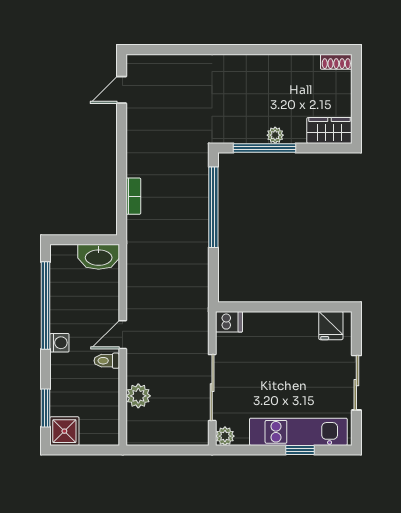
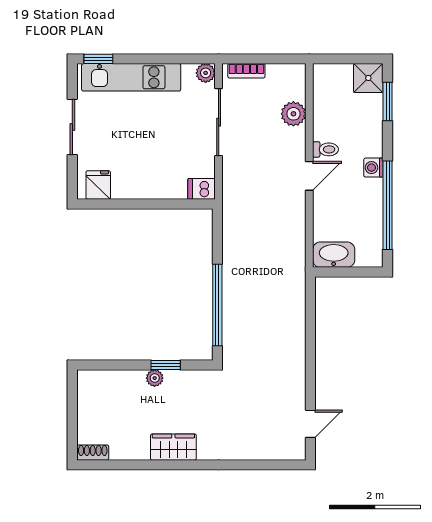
wardrobe: (329, 130) -> (173, 447), moved, turned 180
window: (264, 148) -> (166, 365), width x0.46
bookcase: (133, 196) -> (246, 71), moved, turned -90
window: (300, 450) -> (98, 59), moved

